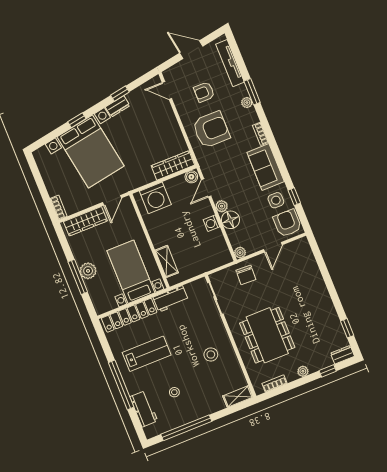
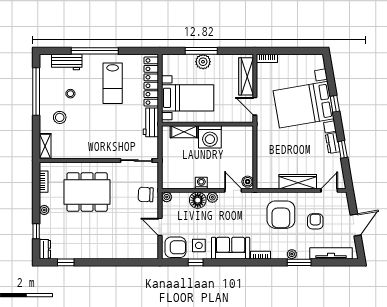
wardrobe: (173, 165) -> (298, 182), moved, turned -90
washing machine: (155, 198) -> (210, 137), moved, turned -90
stool: (211, 355) -> (60, 117), moved

